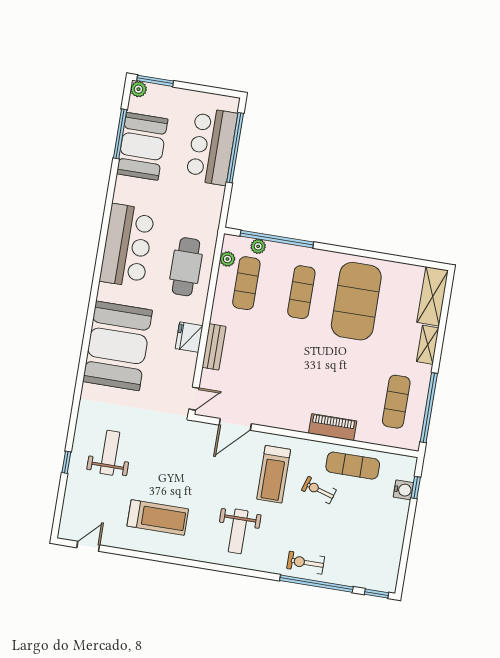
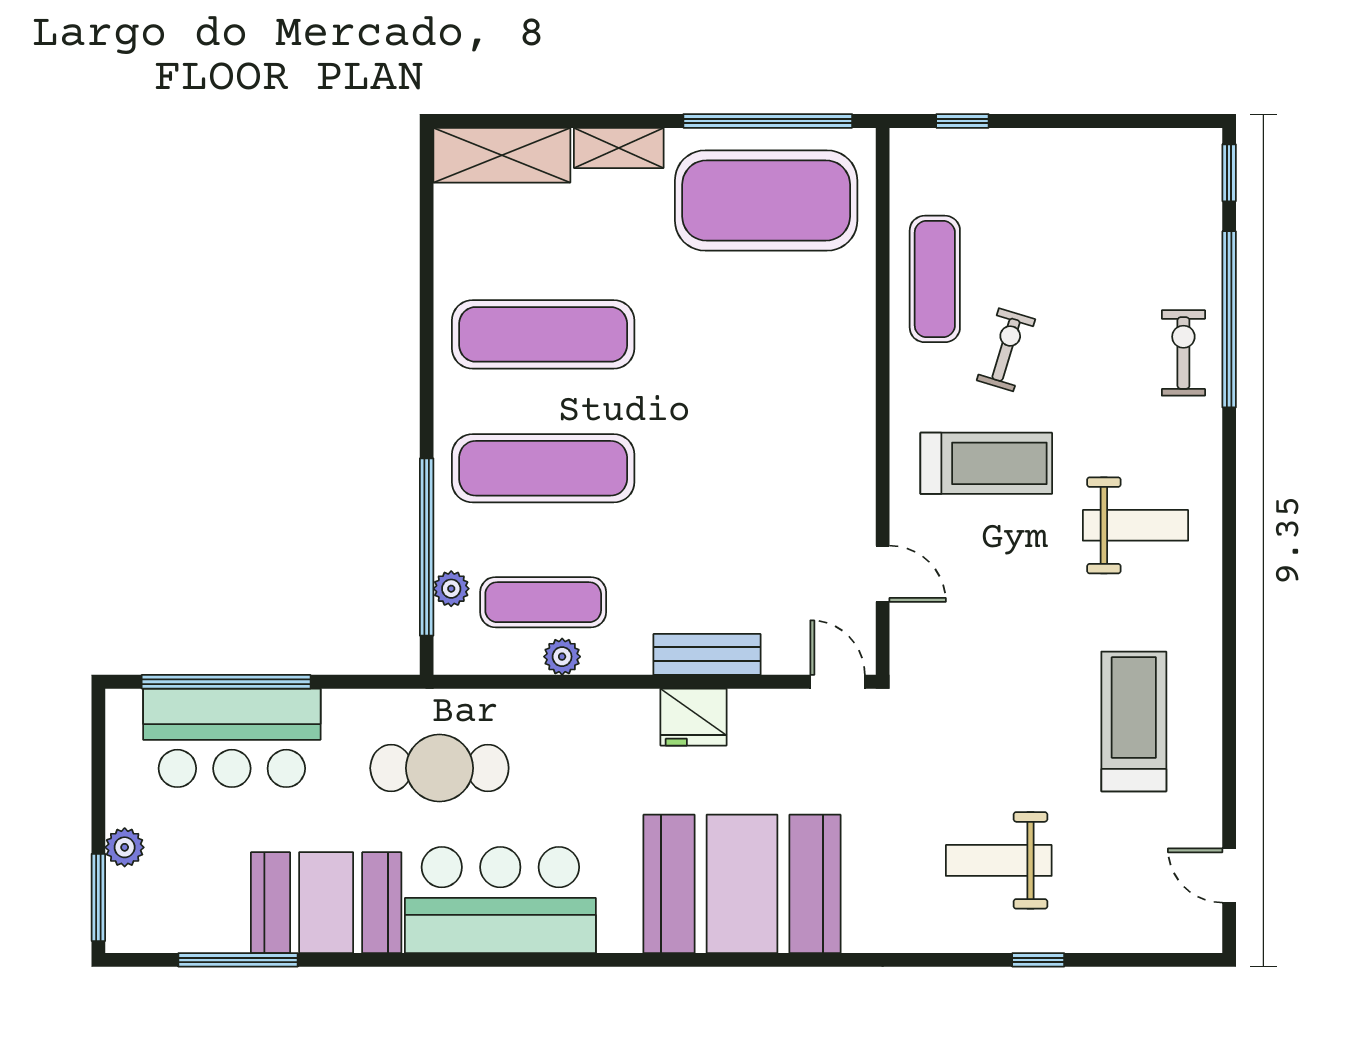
plant: (139, 89) -> (125, 847), moved
booth: (142, 146) -> (326, 903), moved
plant: (227, 259) -> (562, 657), moved
cafe table: (186, 267) -> (439, 768), moved
exercise mat: (301, 292) -> (543, 468), width x1.36, depth x1.45
exercise mat: (356, 301) -> (543, 334), width x0.68
exercise mat: (396, 402) -> (766, 200), width x2.00, depth x1.45
door: (235, 424) -> (883, 574), width x0.73
piano: (333, 427) -> (851, 341), removed
exercise bike: (319, 490) -> (1006, 350), turned 180
water cooler: (403, 490) -> (973, 149), removed
exercise bike: (306, 563) -> (1183, 353), turned 180

